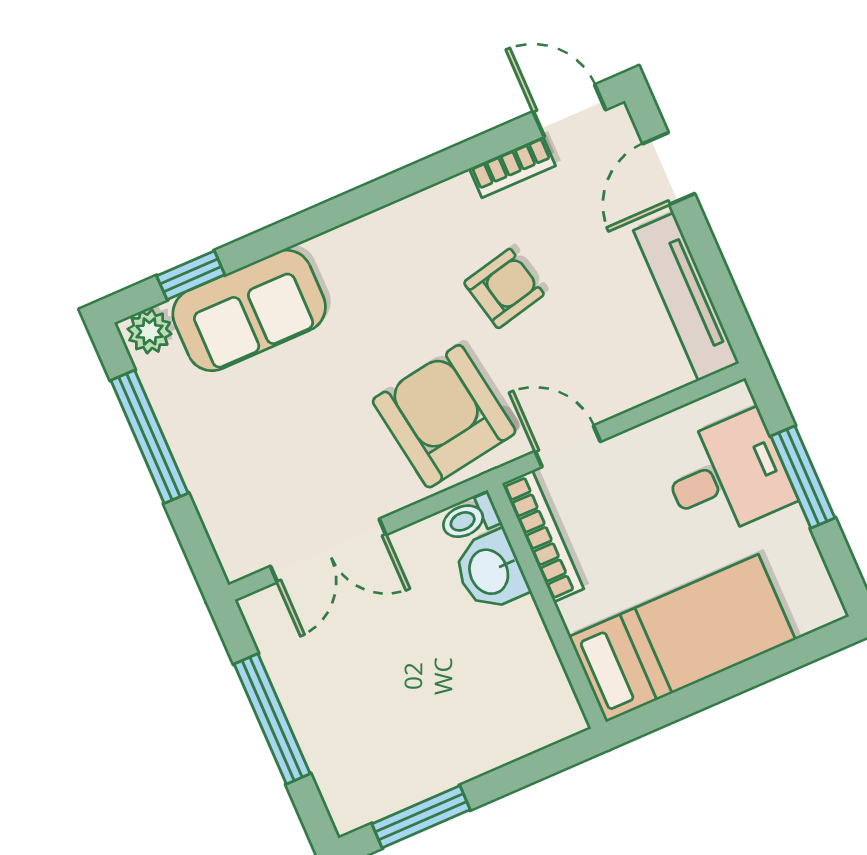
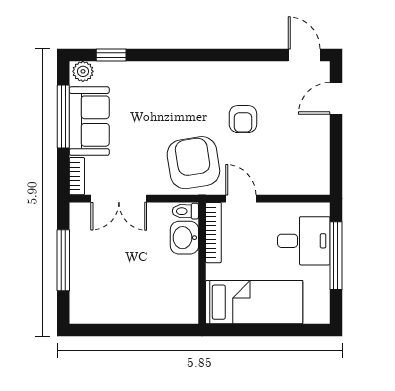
bookcase: (512, 167) -> (77, 176), moved, turned -90
armchair: (504, 288) -> (243, 119), turned 103
tv unit: (686, 297) -> (319, 157), removed
sofa: (249, 310) -> (89, 121), moved, turned -90
window: (803, 477) -> (336, 256), width x1.44
window: (421, 817) -> (109, 330), removed

